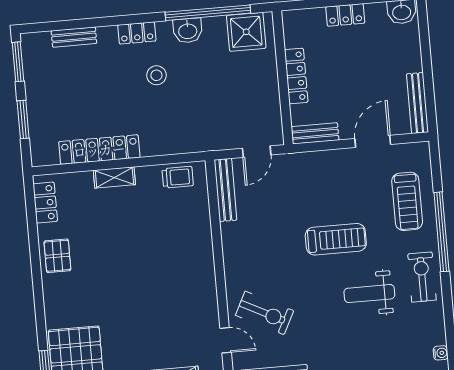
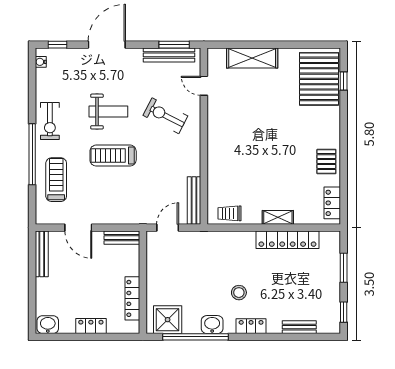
window: (18, 62) -> (344, 312), width x0.67
locker: (296, 76) -> (132, 298), moved
door: (373, 141) -> (78, 228), hinge flipped
weight bench: (369, 294) -> (108, 112), moved
exercise bike: (265, 313) -> (165, 116), moved

